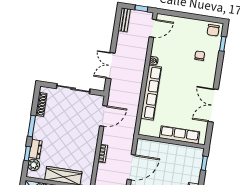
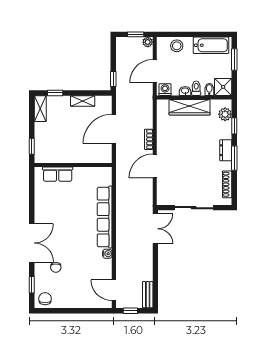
door: (153, 28) -> (114, 290), hinge flipped
double door: (111, 66) -> (155, 229), moved
double door: (213, 106) -> (32, 243), moved
door: (103, 116) -> (155, 166), moved
row of seats: (180, 135) -> (58, 174), width x0.68
dresser: (35, 149) -> (226, 150), moved

